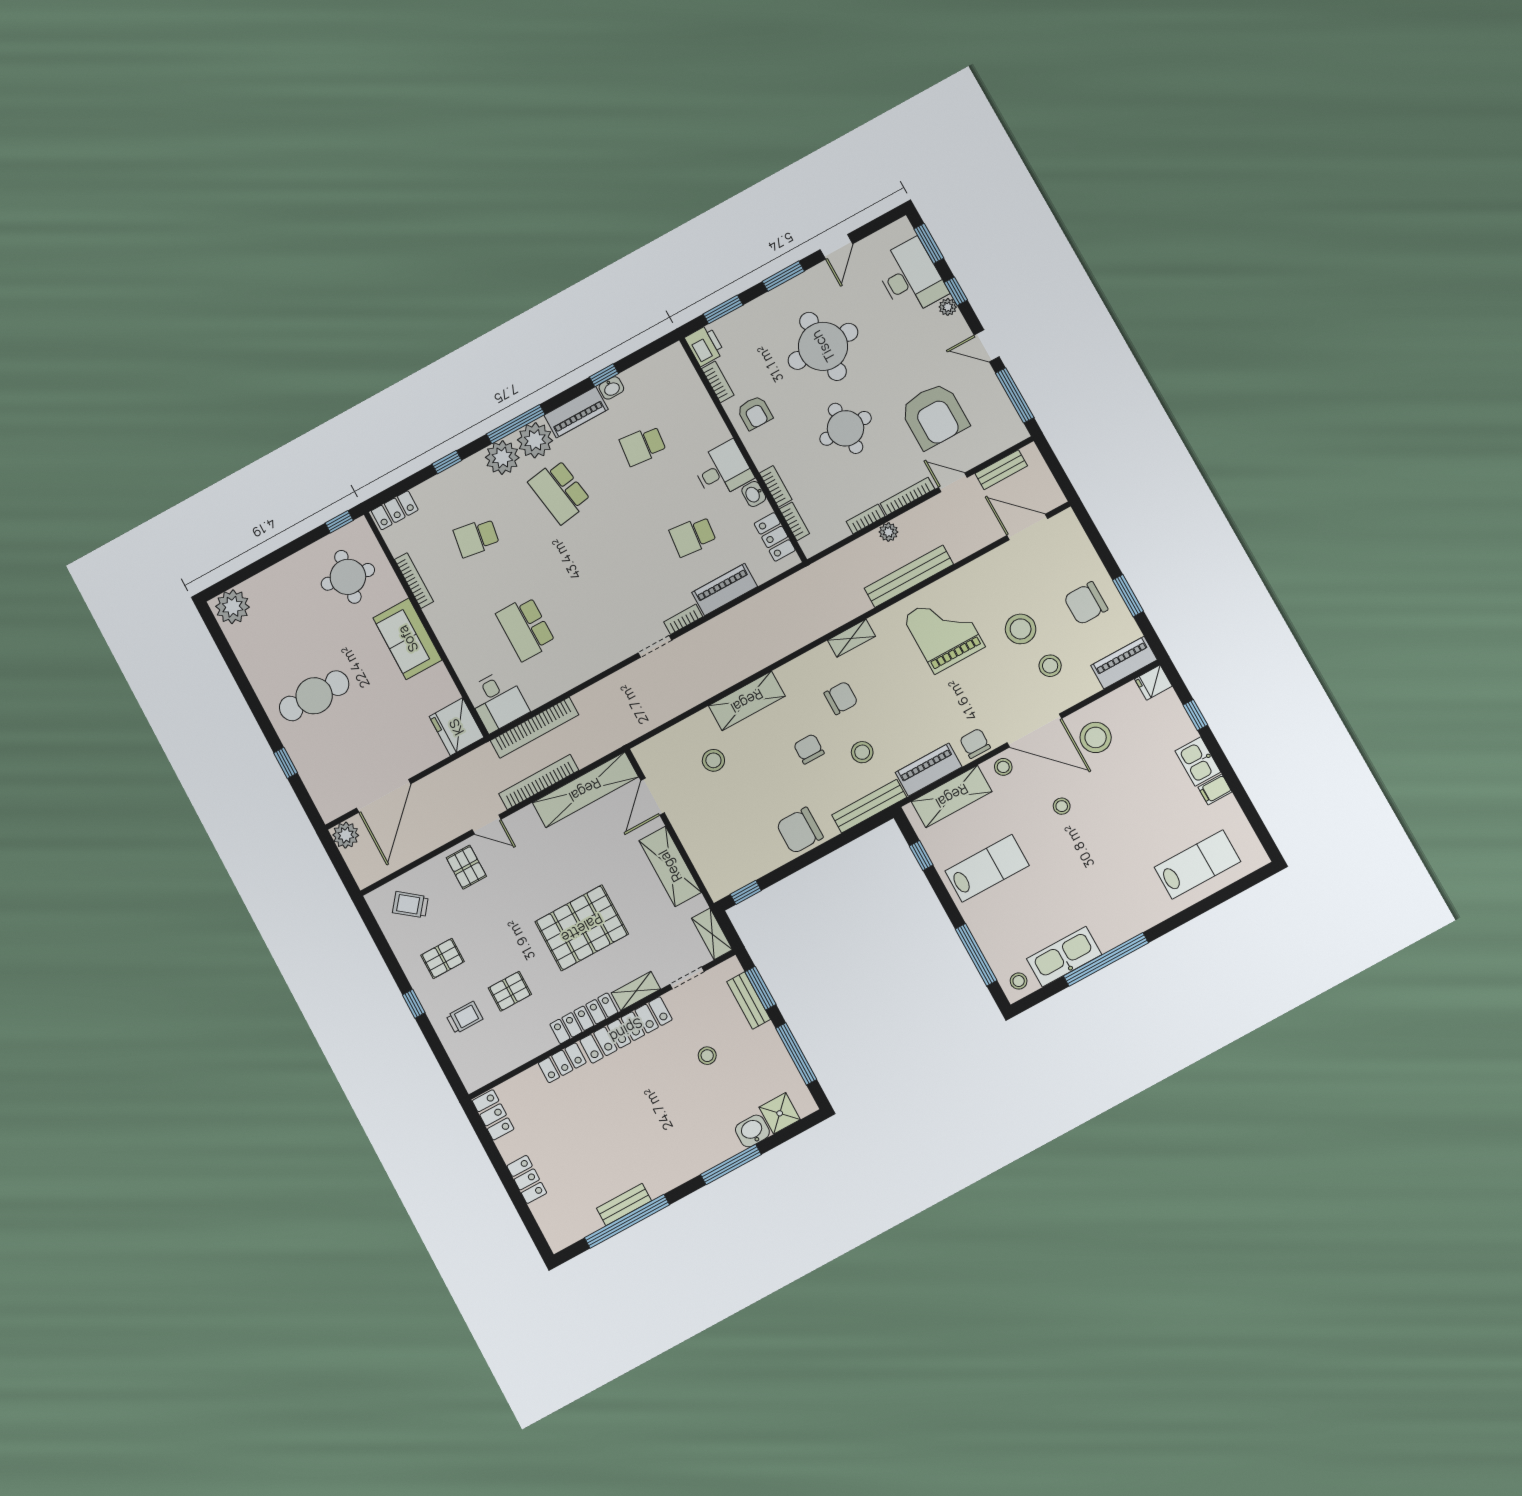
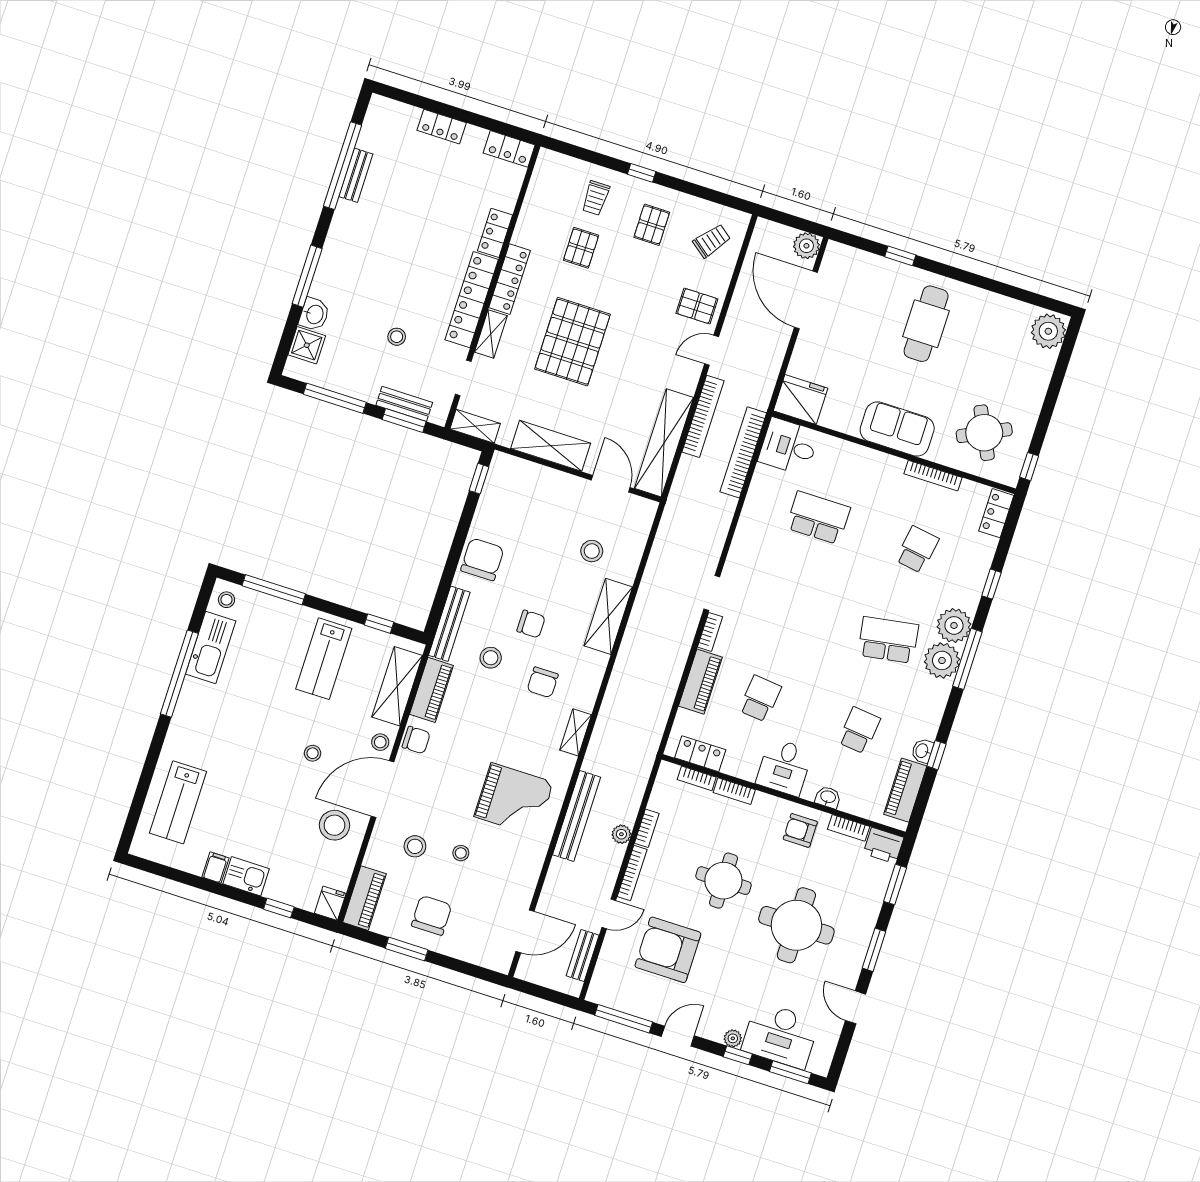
piano: (576, 412) -> (905, 790), moved
washbasin: (754, 494) -> (828, 797), moved
round table: (348, 577) -> (984, 433), turned -36
stool: (1021, 629) -> (461, 853), width x0.53, depth x0.53

